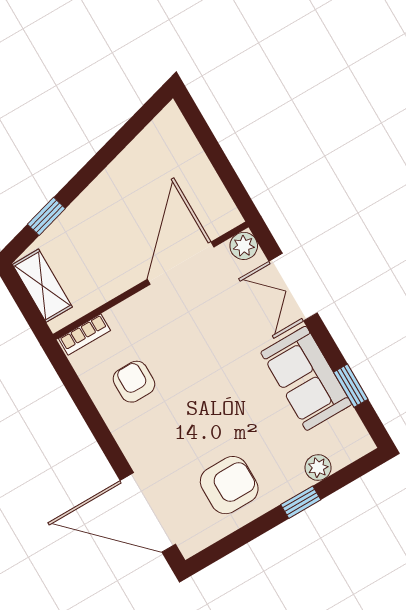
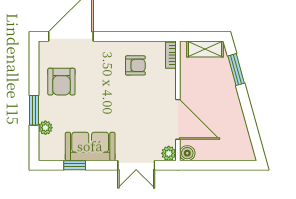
window: (46, 216) -> (236, 70), width x1.50
boiler: (226, 216) -> (187, 153), added
double door: (293, 287) -> (136, 165), swing flipped
window: (301, 502) -> (34, 110), width x1.50

